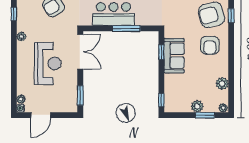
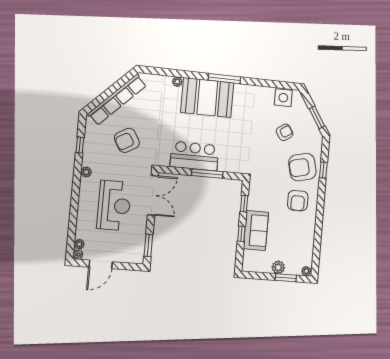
sofa: (174, 56) -> (256, 231), moved
plant: (222, 84) -> (307, 244), removed
window: (161, 100) -> (241, 234), moved

